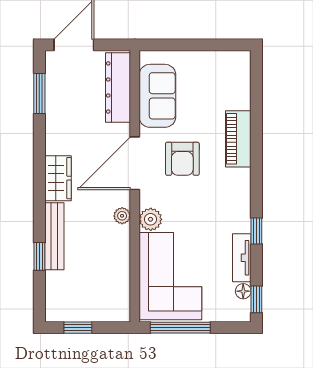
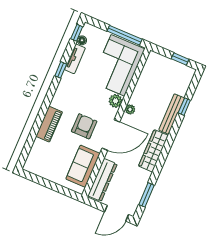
wardrobe: (58, 178) -> (153, 151), width x1.50

